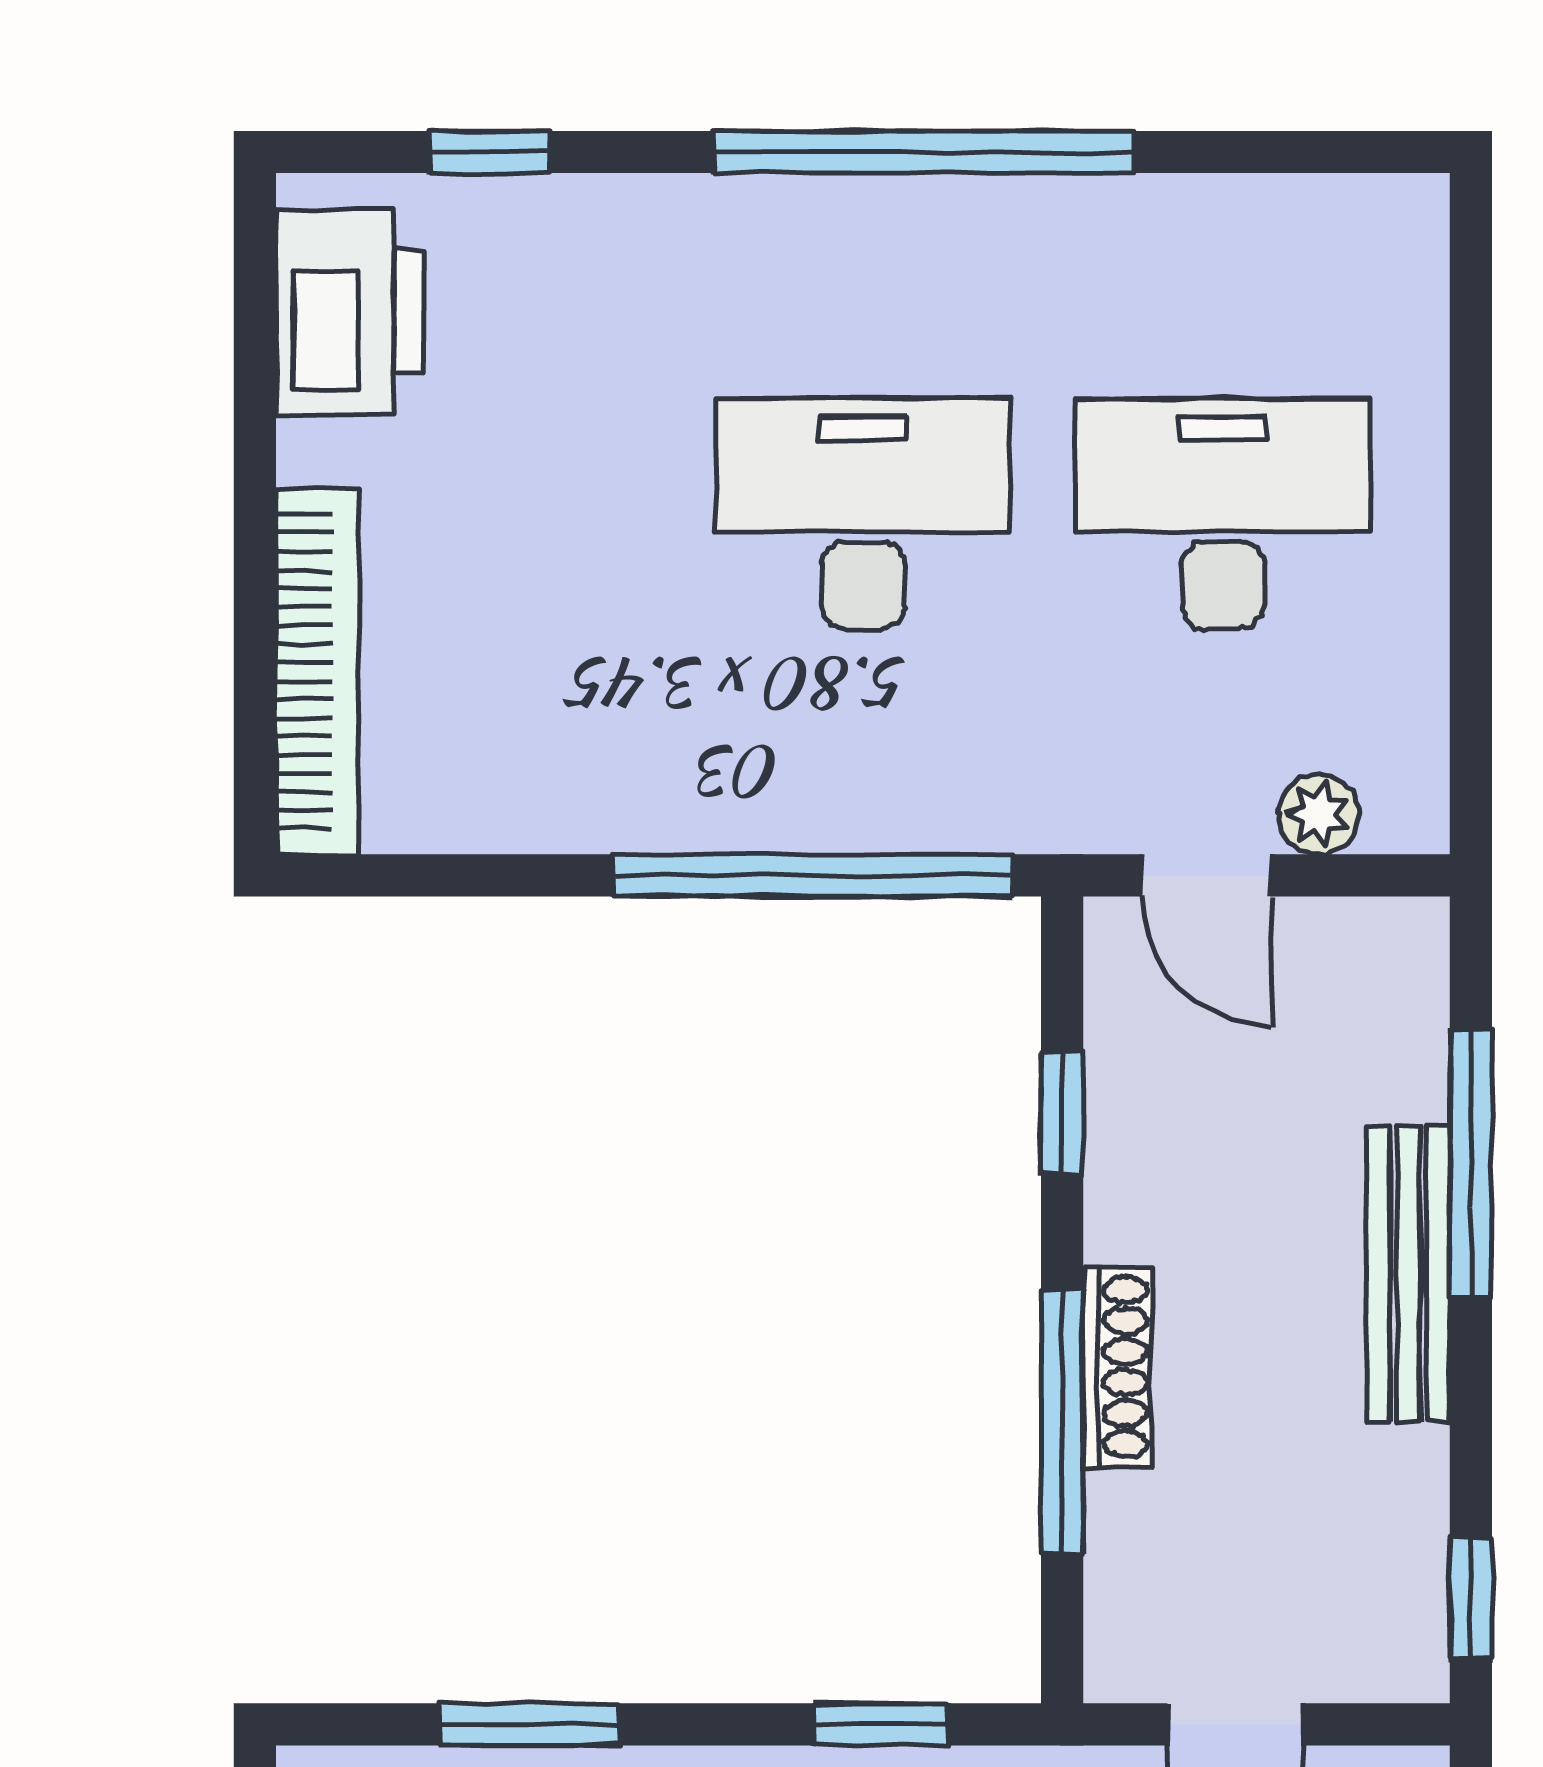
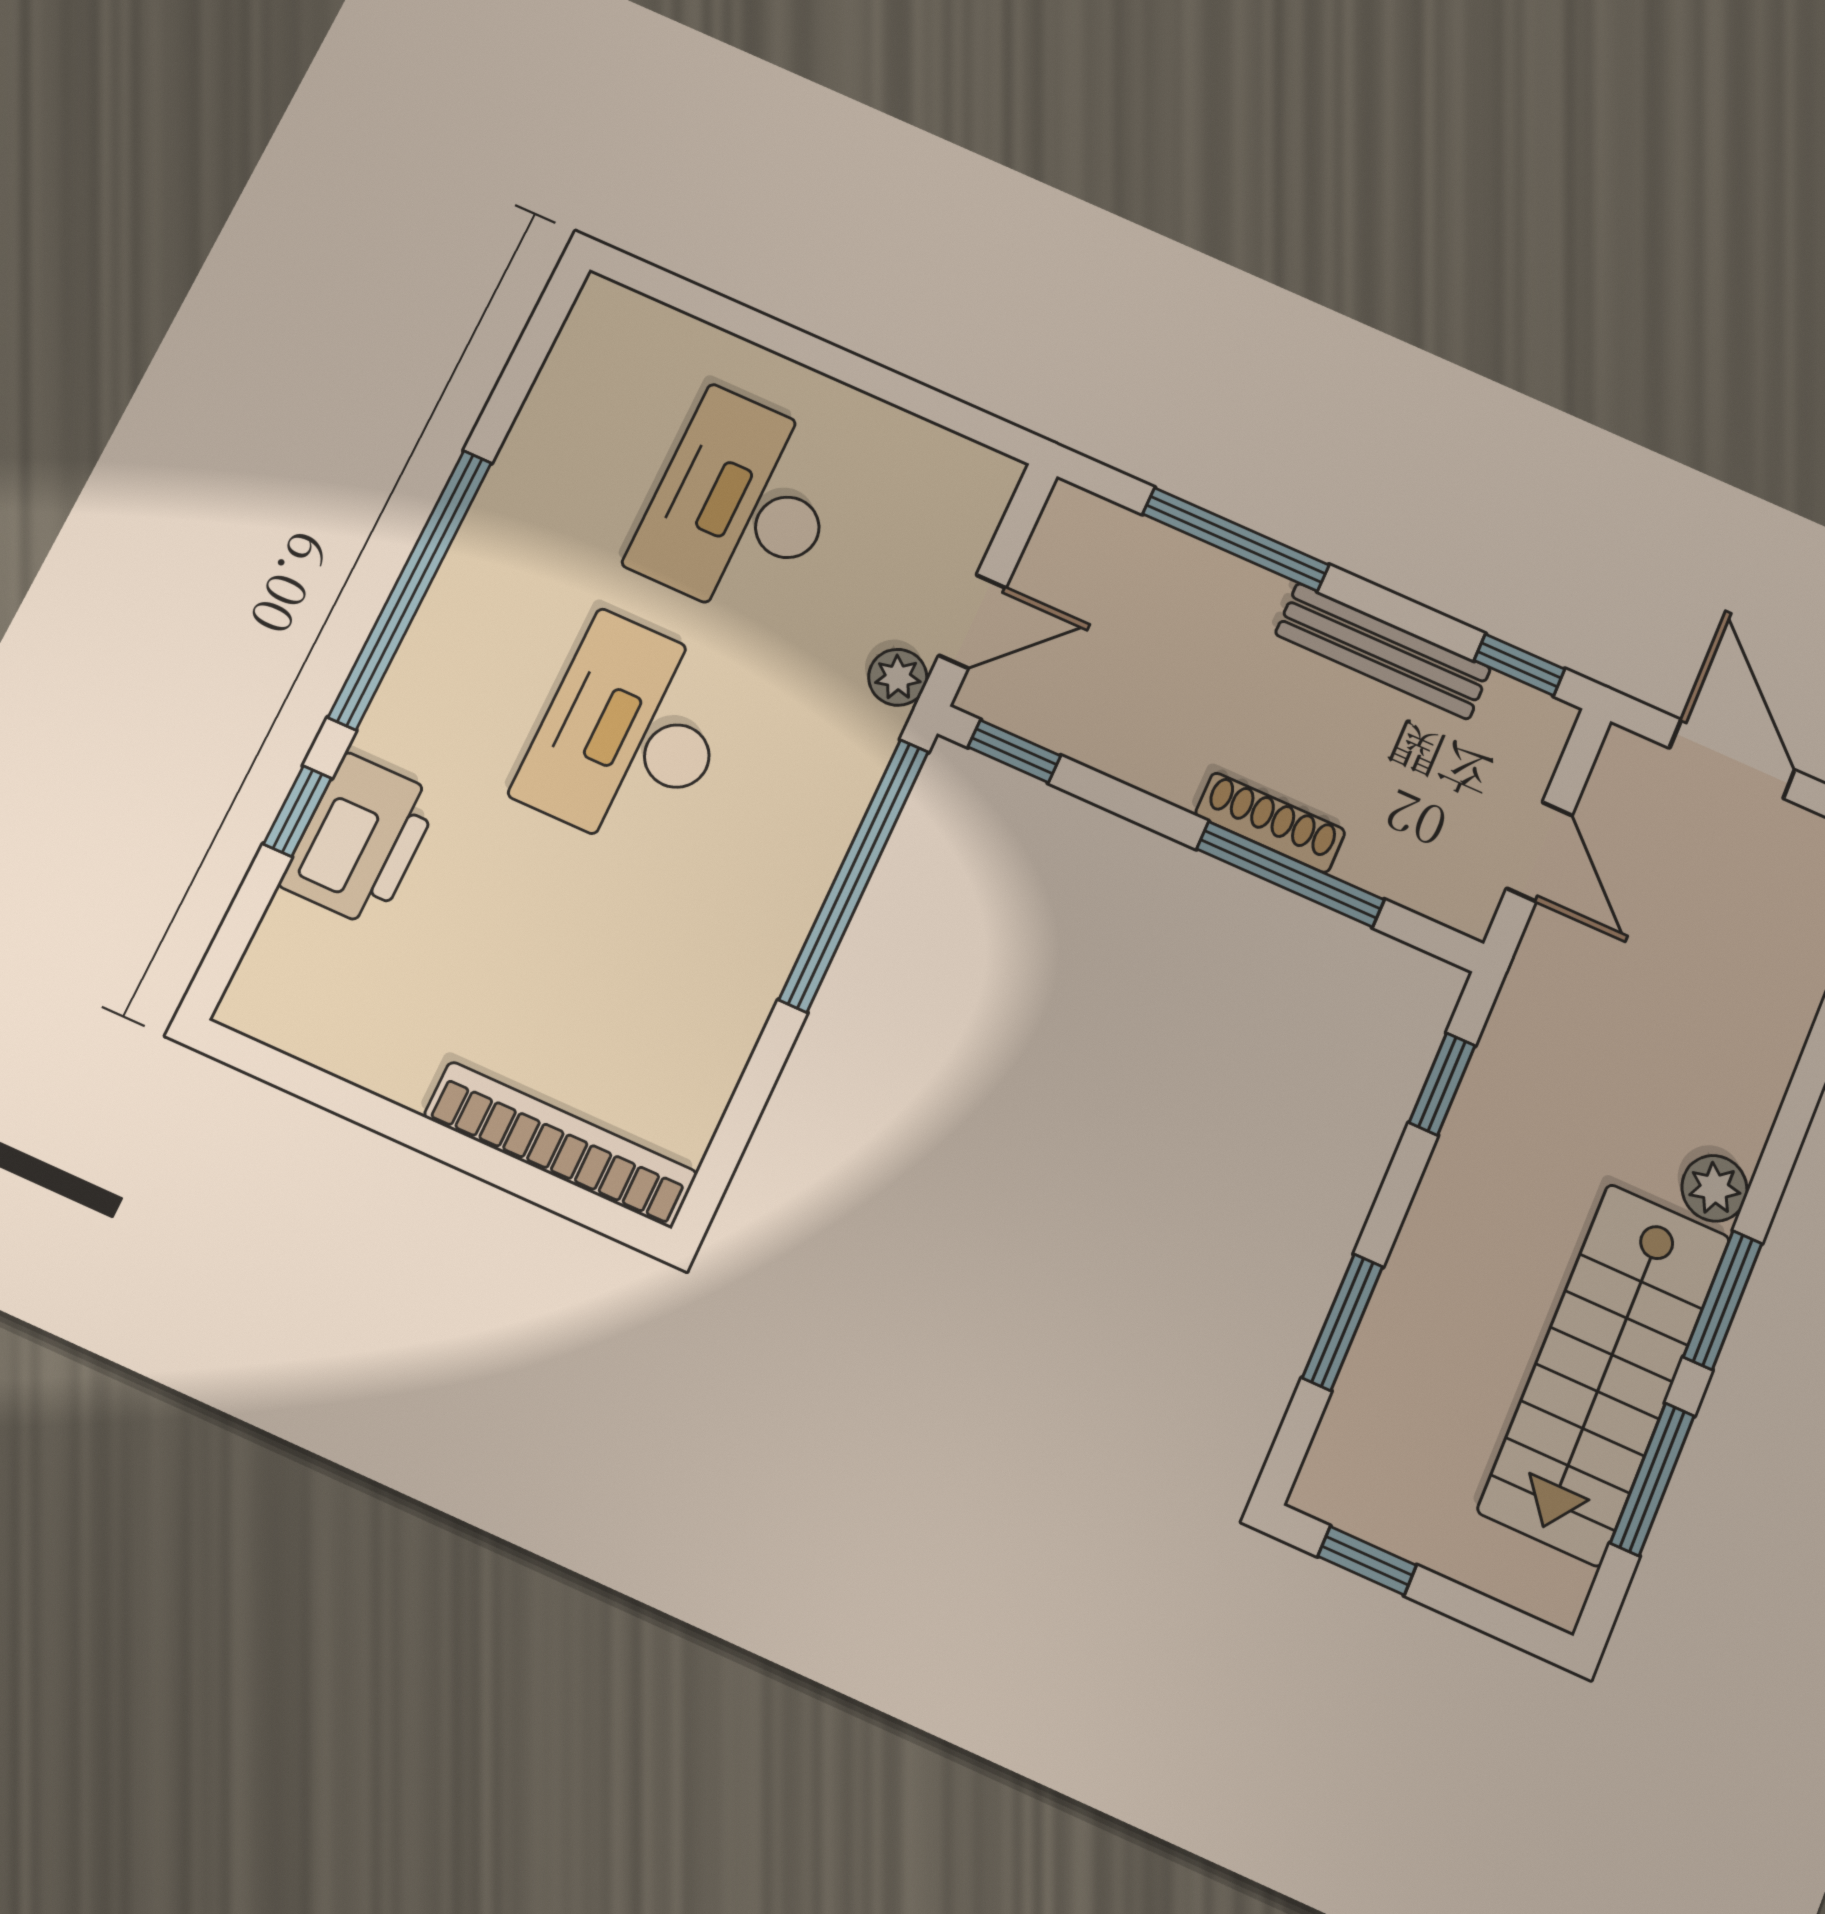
window: (489, 152) -> (297, 811), moved
printer: (350, 312) -> (360, 840), moved, turned 90
plant: (1318, 814) -> (898, 677), moved
window: (1062, 1113) -> (1014, 751), moved
bench: (1408, 1273) -> (1383, 651), moved

